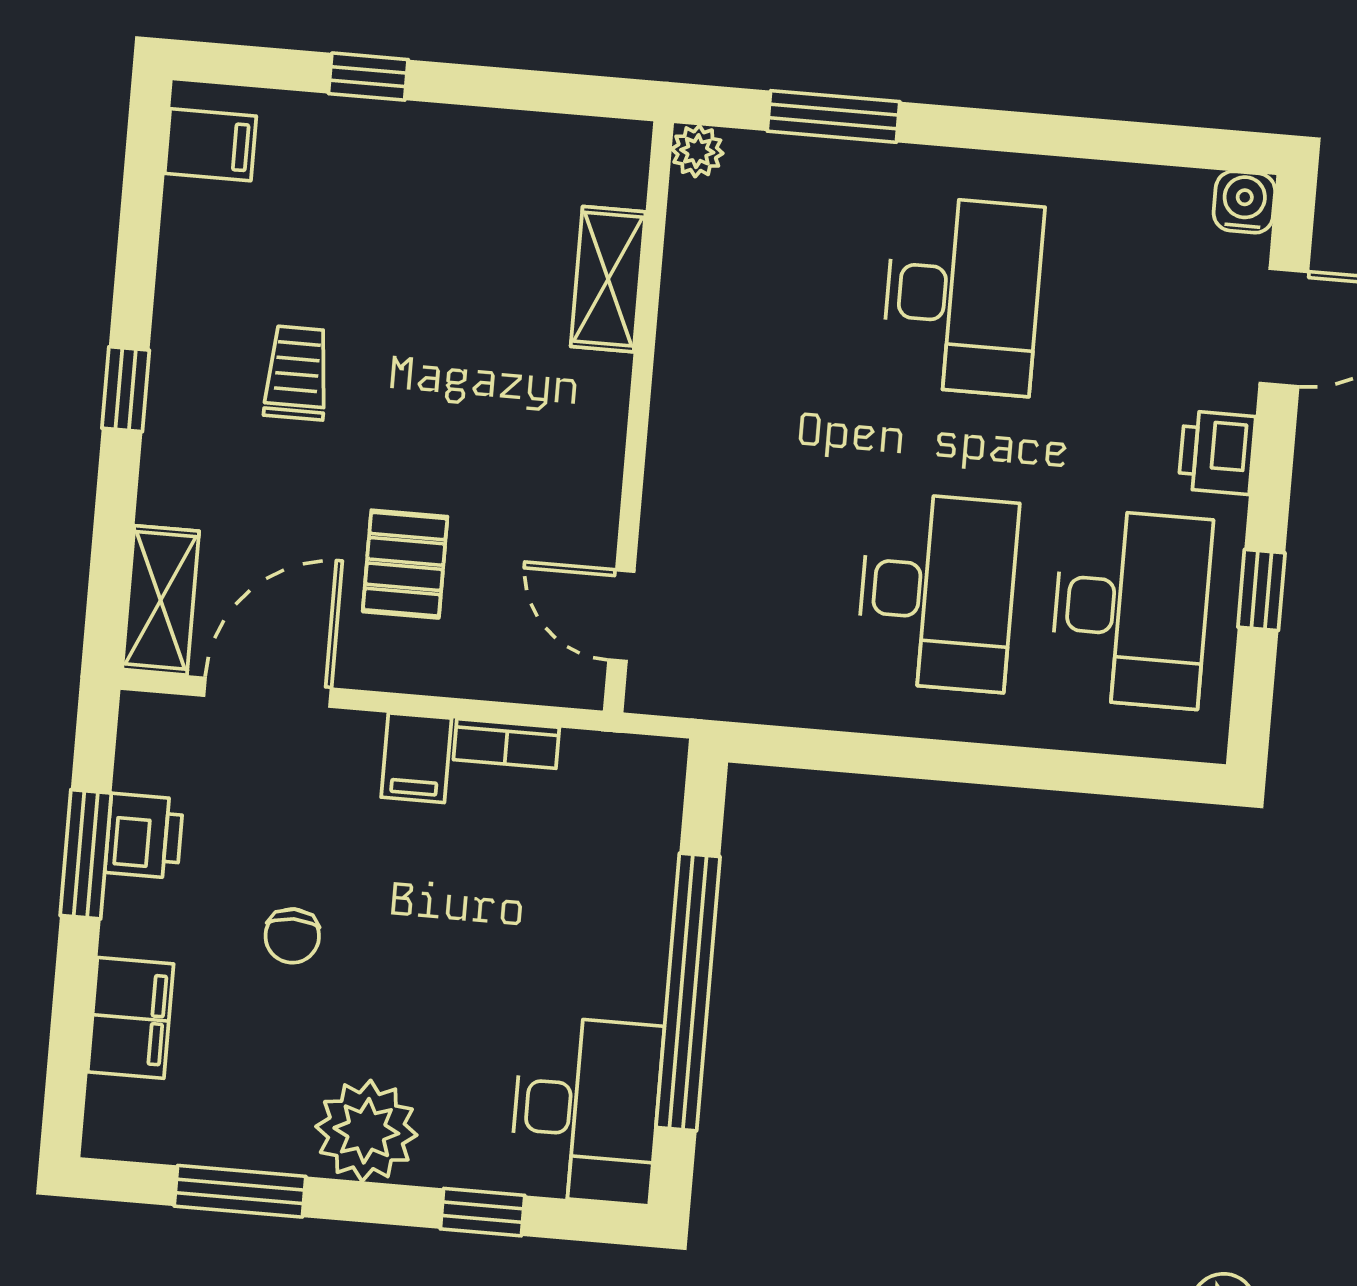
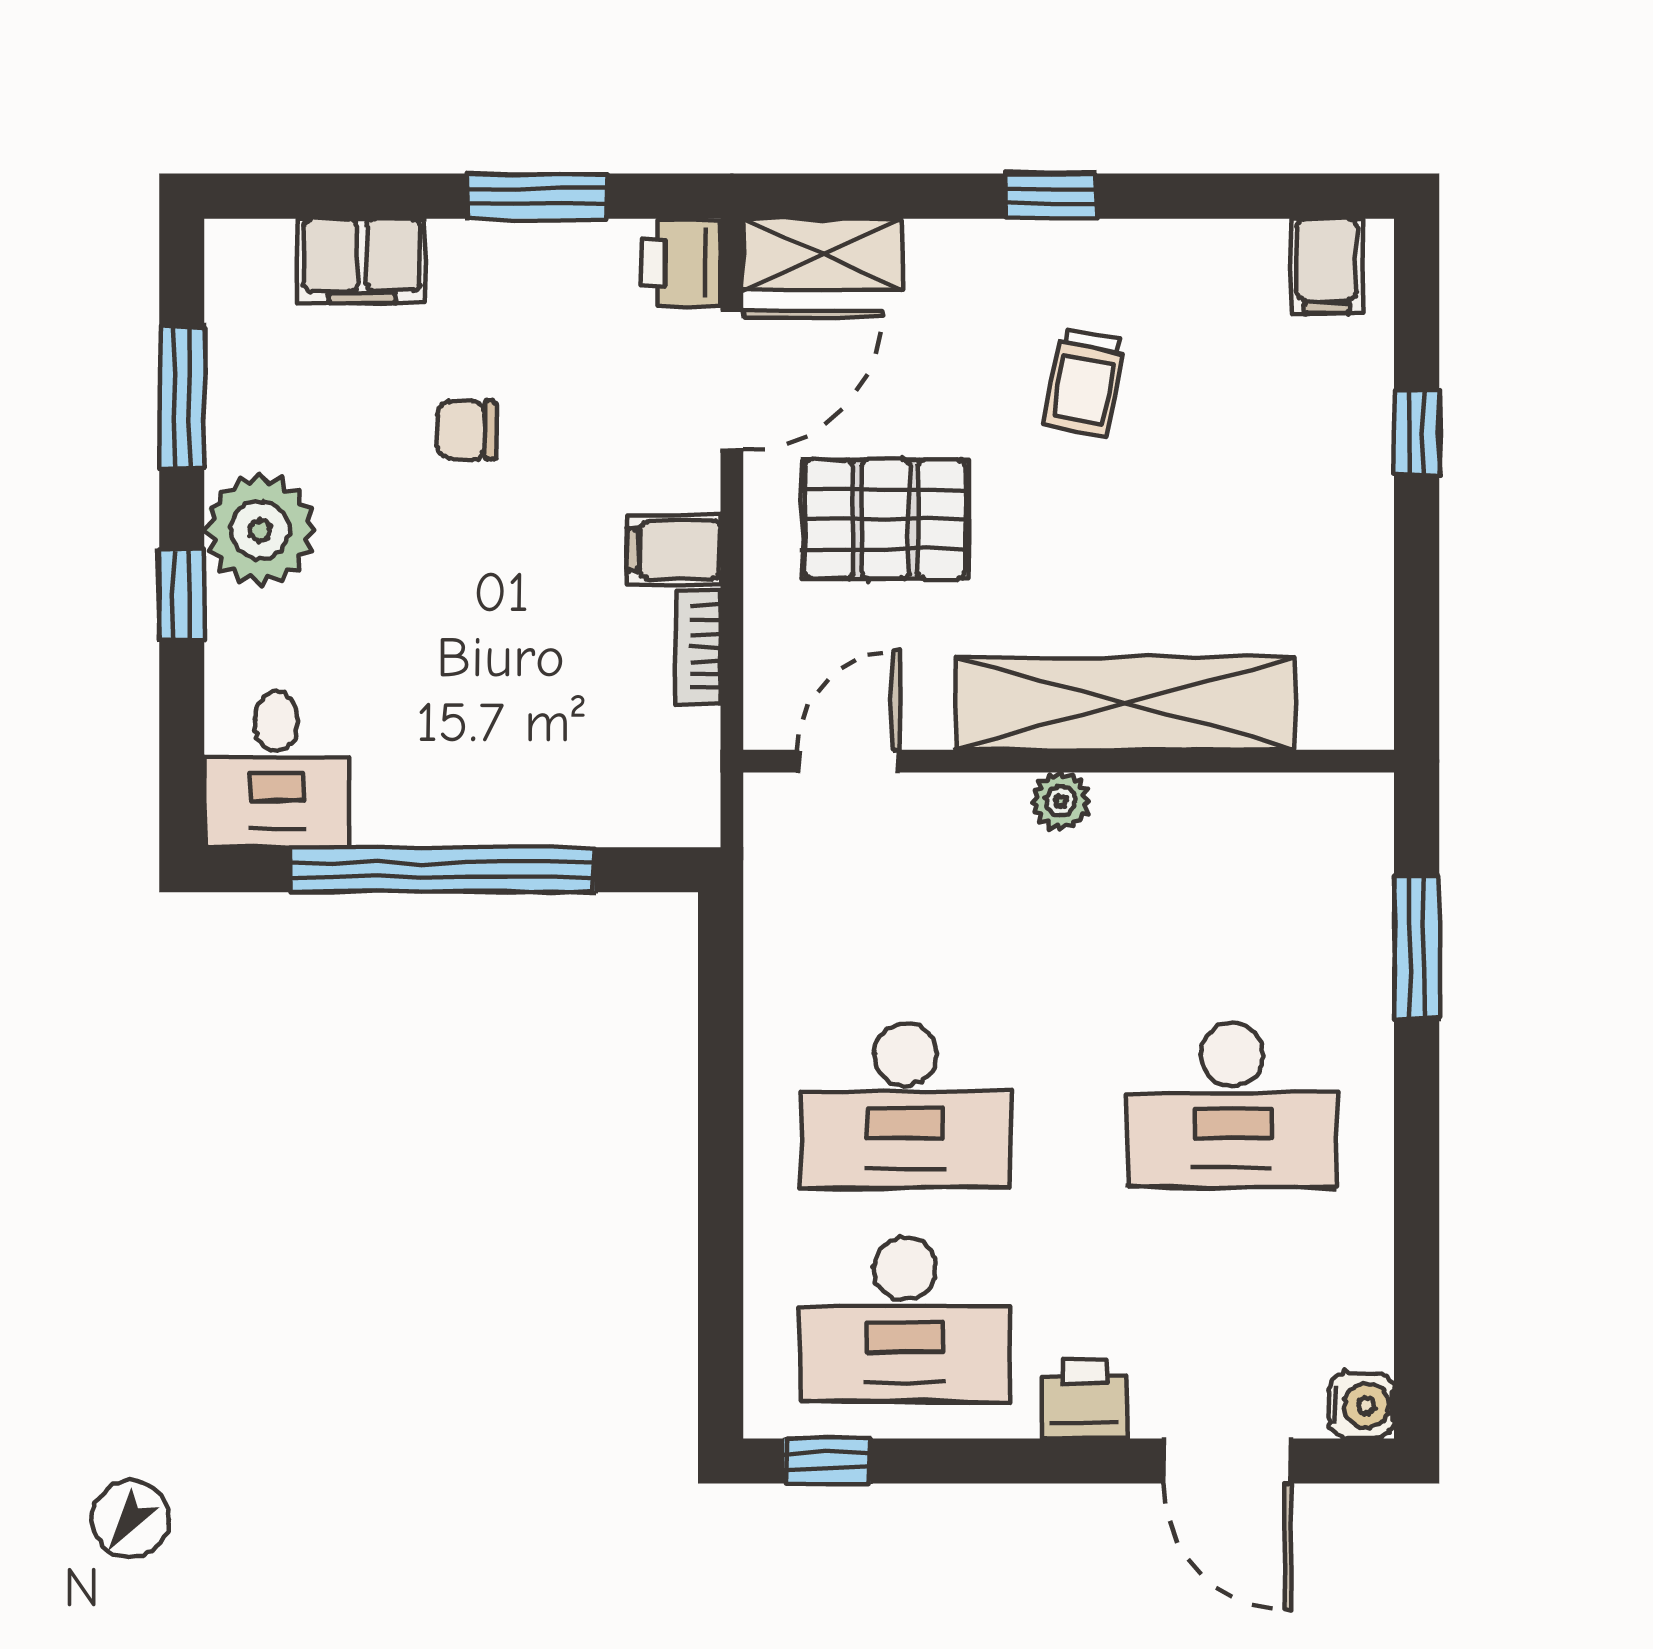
plant: (697, 151) -> (1061, 801), moved
shelving: (608, 279) -> (1124, 704), width x2.20, depth x1.33
trolley: (297, 373) -> (1085, 382), turned 101
pallet: (405, 564) -> (885, 519), width x1.50, depth x1.42
window: (1261, 590) -> (827, 1461), moved
door: (267, 692) -> (732, 380), hinge flipped
printer: (144, 836) -> (681, 263), moved, turned 90
desk: (586, 1110) -> (276, 769), width x0.73
window: (483, 1212) -> (182, 595), moved

